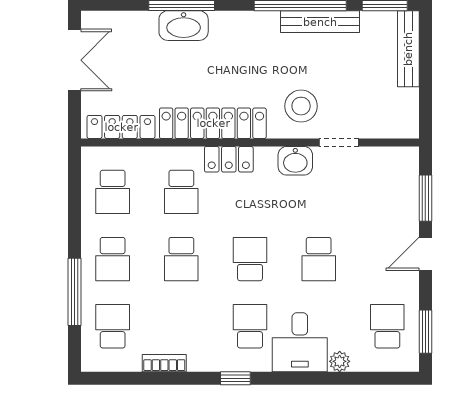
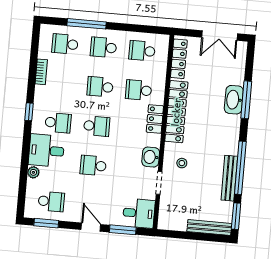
stool: (301, 106) -> (182, 163), width x0.53, depth x0.53
desk: (394, 173) -> (139, 213), added
school desk: (113, 326) -> (65, 44), turned 180

